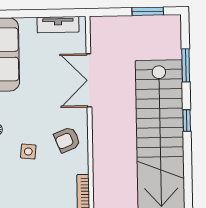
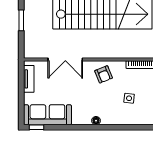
side table: (28, 151) -> (129, 98), moved

